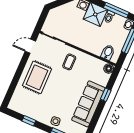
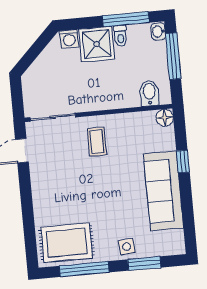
rug: (37, 77) -> (67, 243), moved, turned 90
window: (29, 121) -> (84, 269), width x2.17

